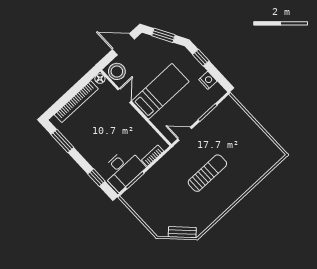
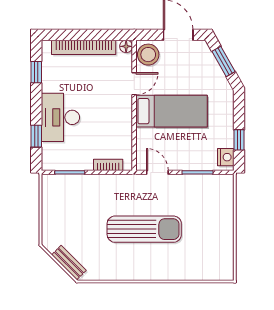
window: (201, 58) -> (239, 140), moved
nightstand: (208, 80) -> (226, 157), moved
window: (62, 141) -> (36, 72), width x0.67
desk: (123, 169) -> (60, 117), moved, turned 90
sun lounger: (207, 173) -> (144, 229), width x1.36, depth x1.34

